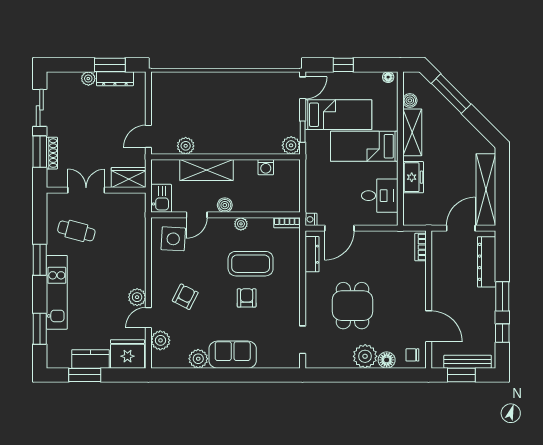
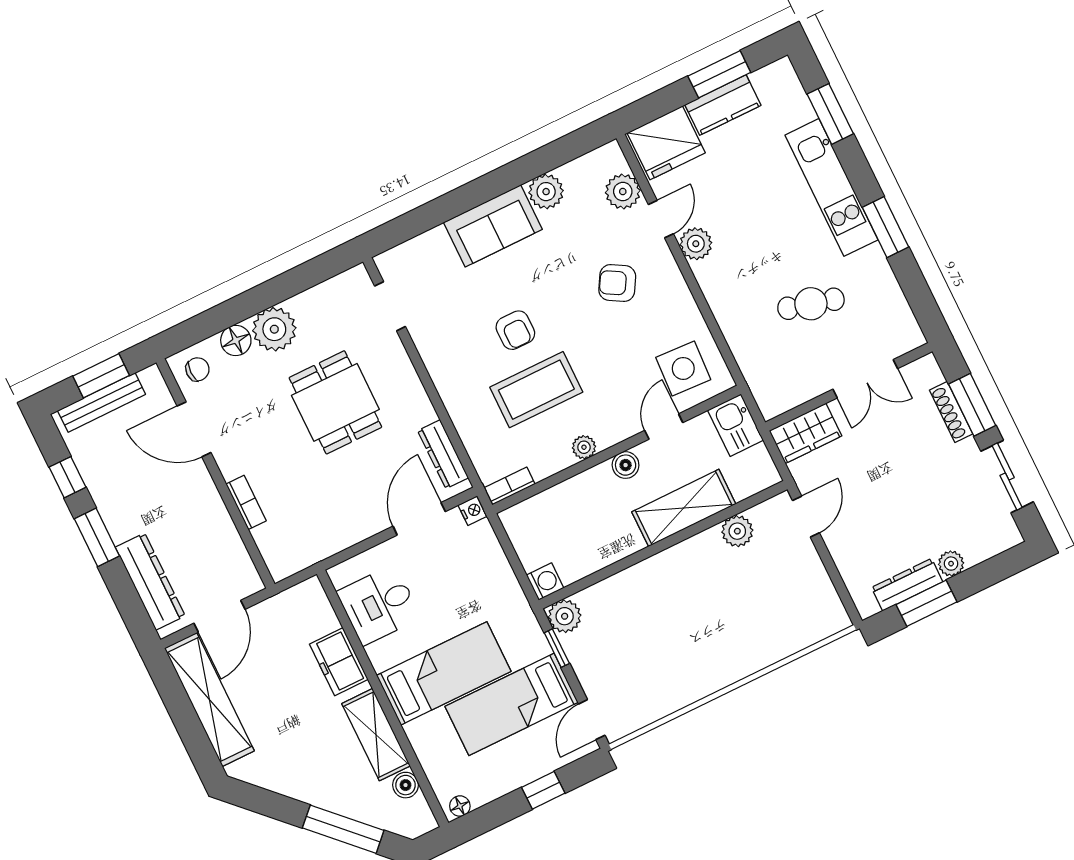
washing machine: (266, 167) -> (545, 582), moved, turned 90
cafe table: (76, 231) -> (811, 304), moved
bookcase: (420, 247) -> (246, 502), moved
armchair: (185, 297) -> (617, 283), turned 93

